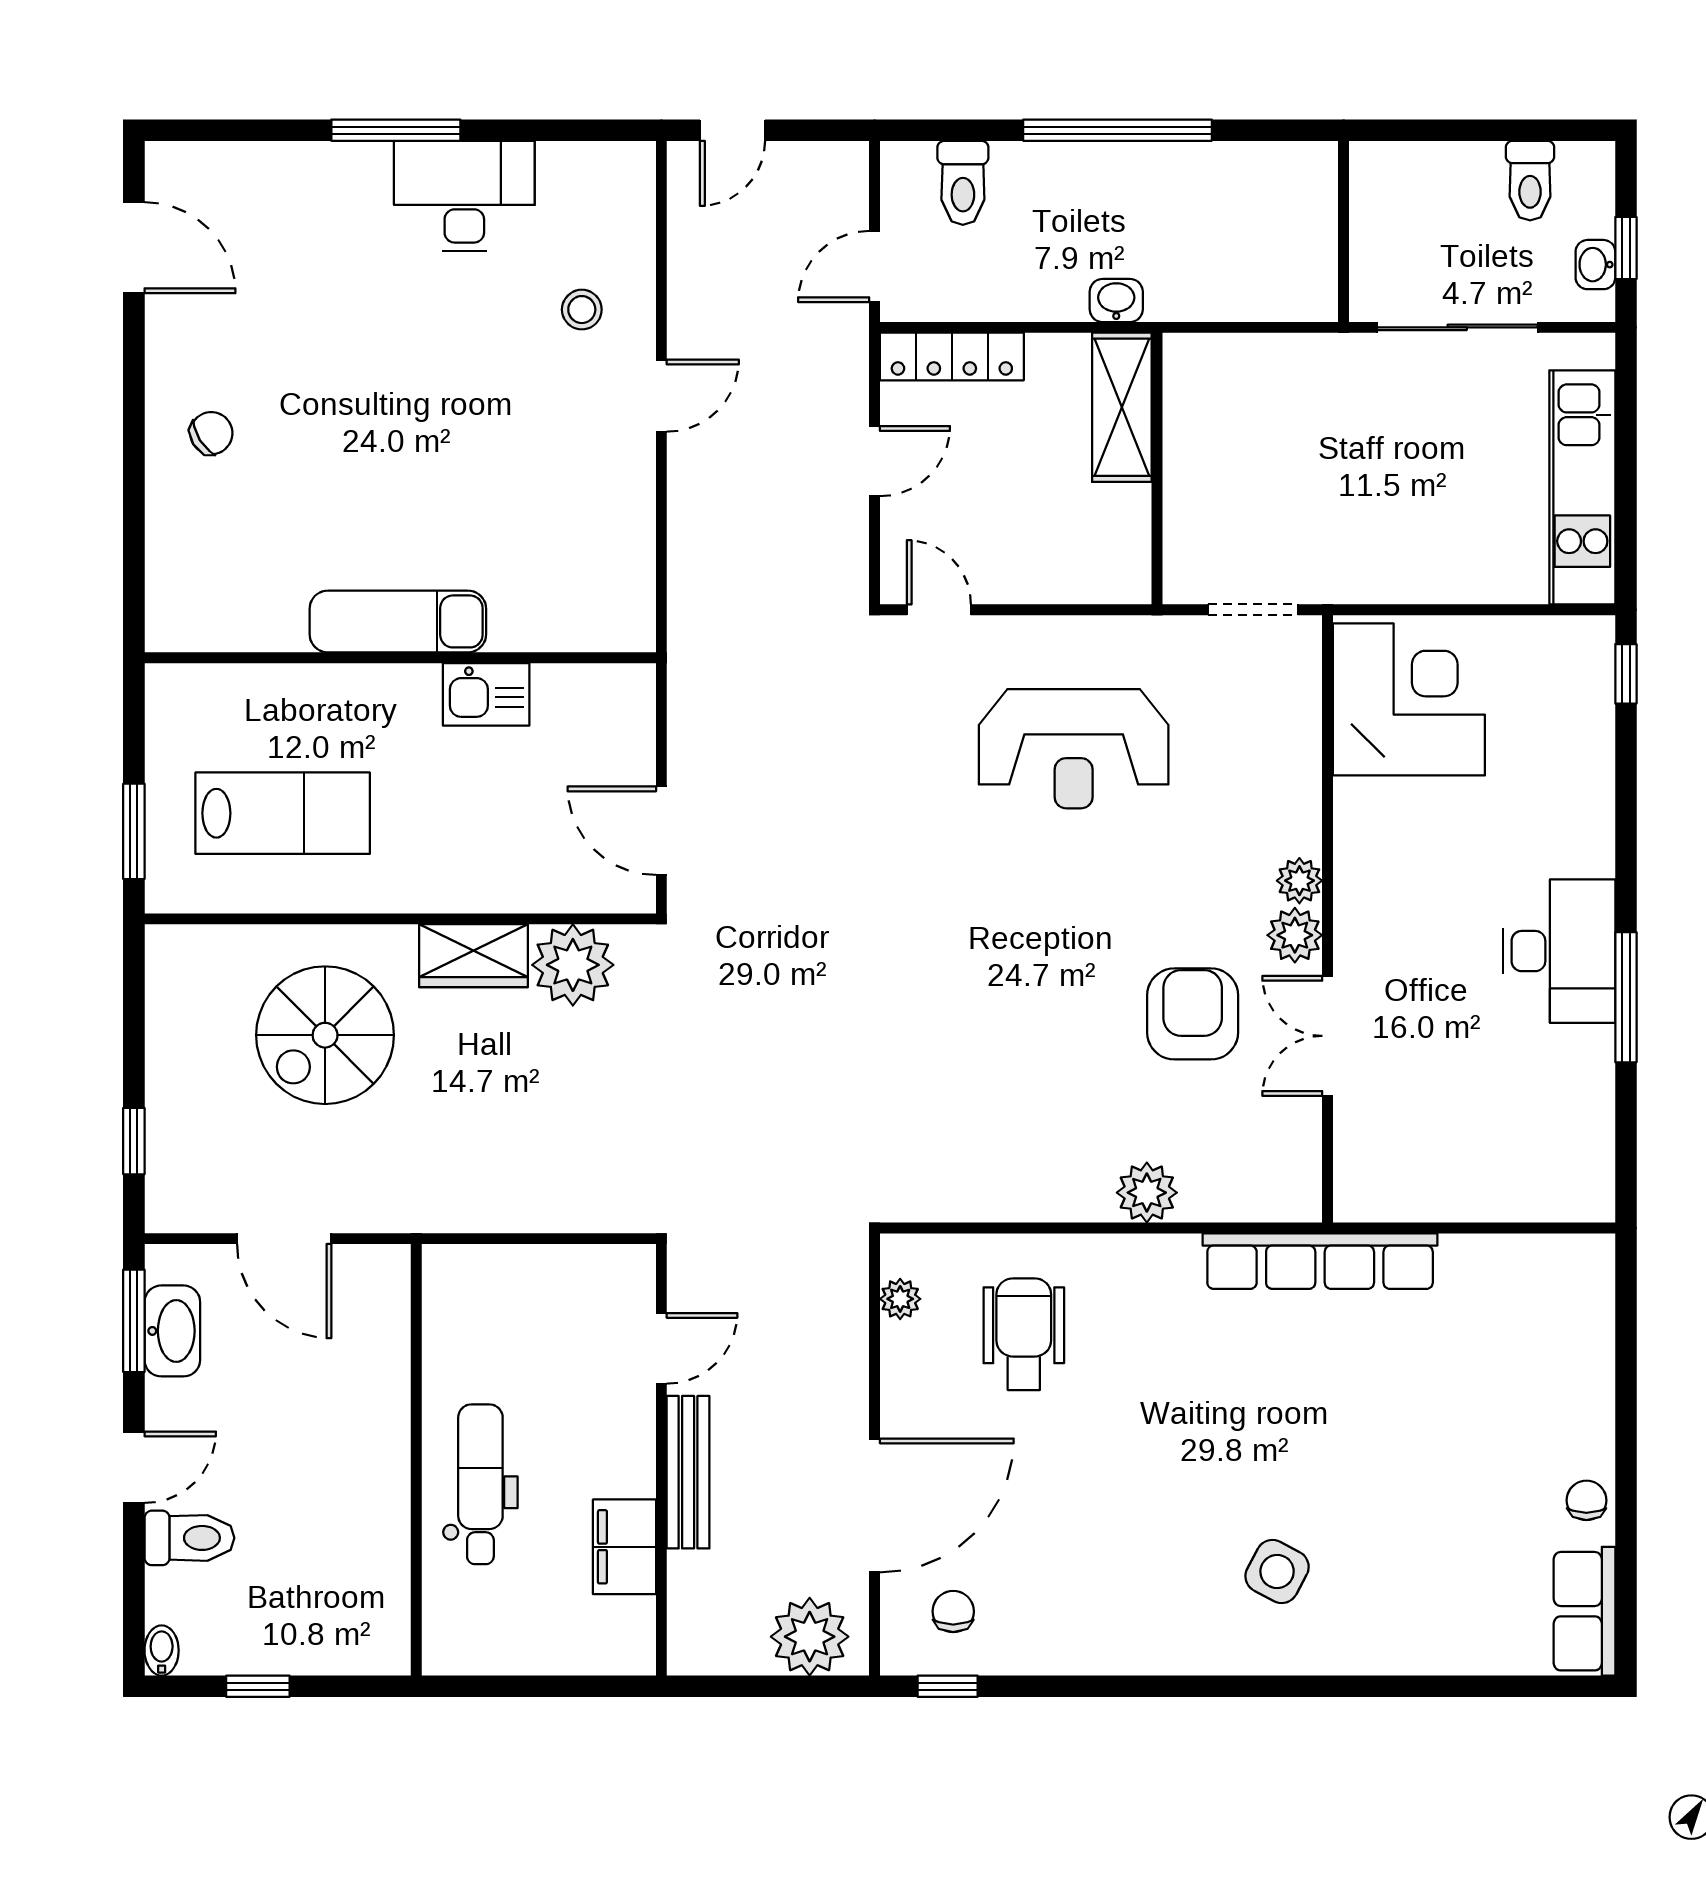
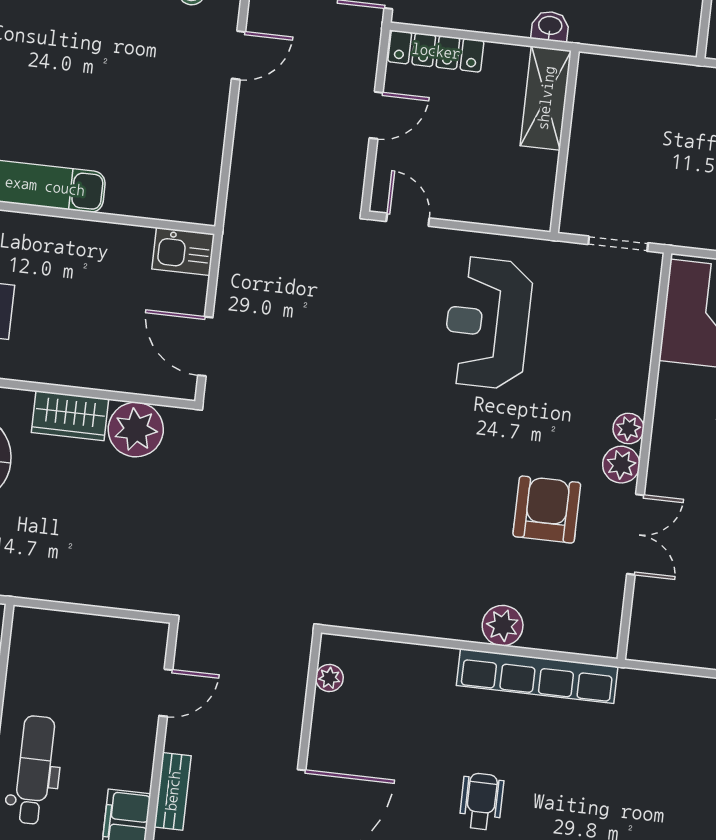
kitchen sink: (486, 694) -> (183, 251), moved
reception desk: (1074, 749) -> (487, 323), turned 90
double door: (1328, 1036) -> (635, 535), swing flipped
row of seats: (1320, 1261) -> (537, 676), moved
wheelchair: (1024, 1334) -> (481, 801), moved, width x0.73, depth x0.73
bench: (688, 1472) -> (173, 791), width x0.73

